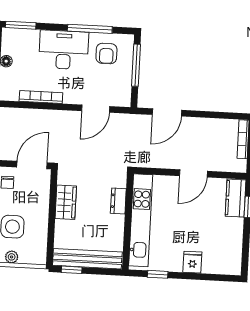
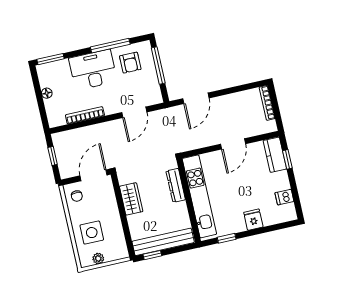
dresser: (118, 201) -> (176, 185), width x1.44
dishwasher: (233, 247) -> (284, 197), added

